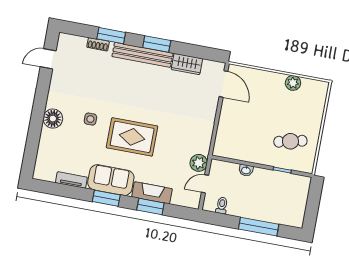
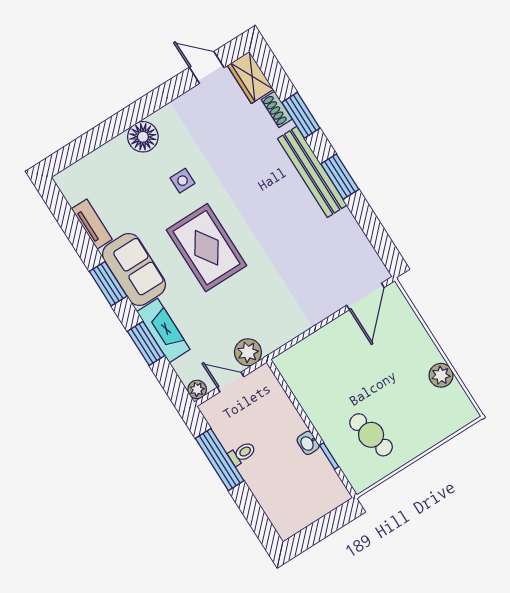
wardrobe: (187, 64) -> (250, 77), moved
washbasin: (246, 170) -> (308, 443), moved
plant: (194, 203) -> (197, 389), added
toilet: (222, 205) -> (242, 453), moved
window: (259, 227) -> (220, 460), moved

